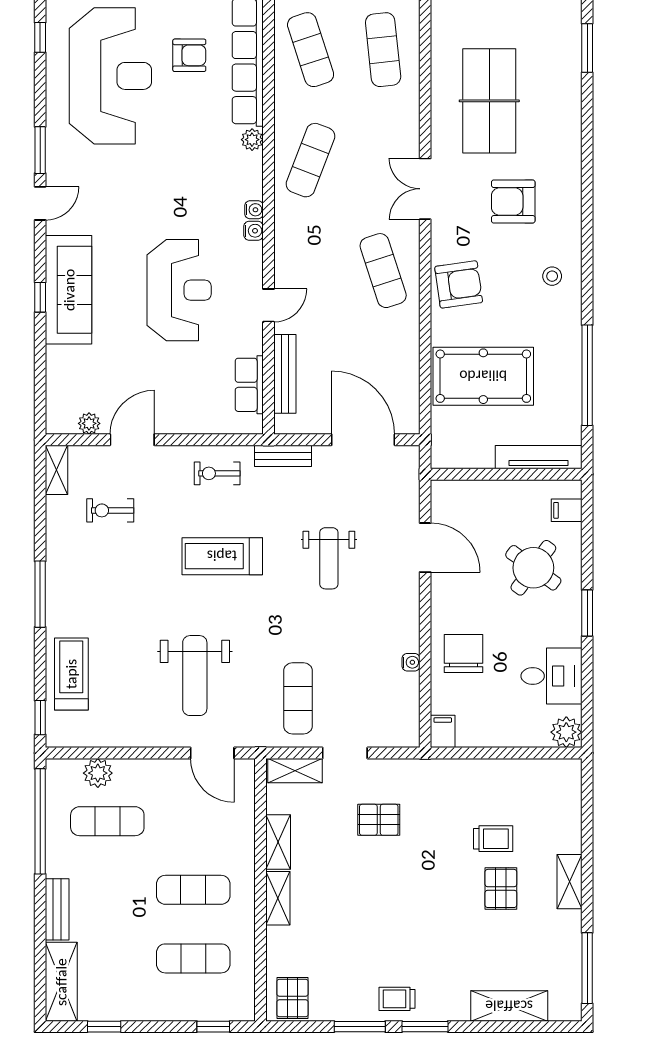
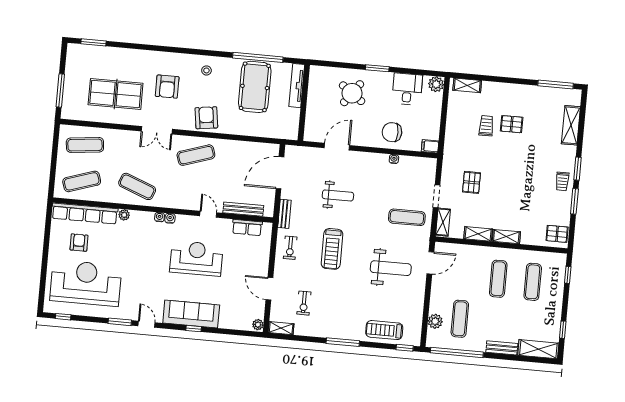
pool table: (483, 376) -> (255, 87), moved
plant: (89, 423) -> (258, 325), moved
filing cabinet: (567, 510) -> (325, 74), removed
shelving: (570, 882) -> (467, 85), moved

